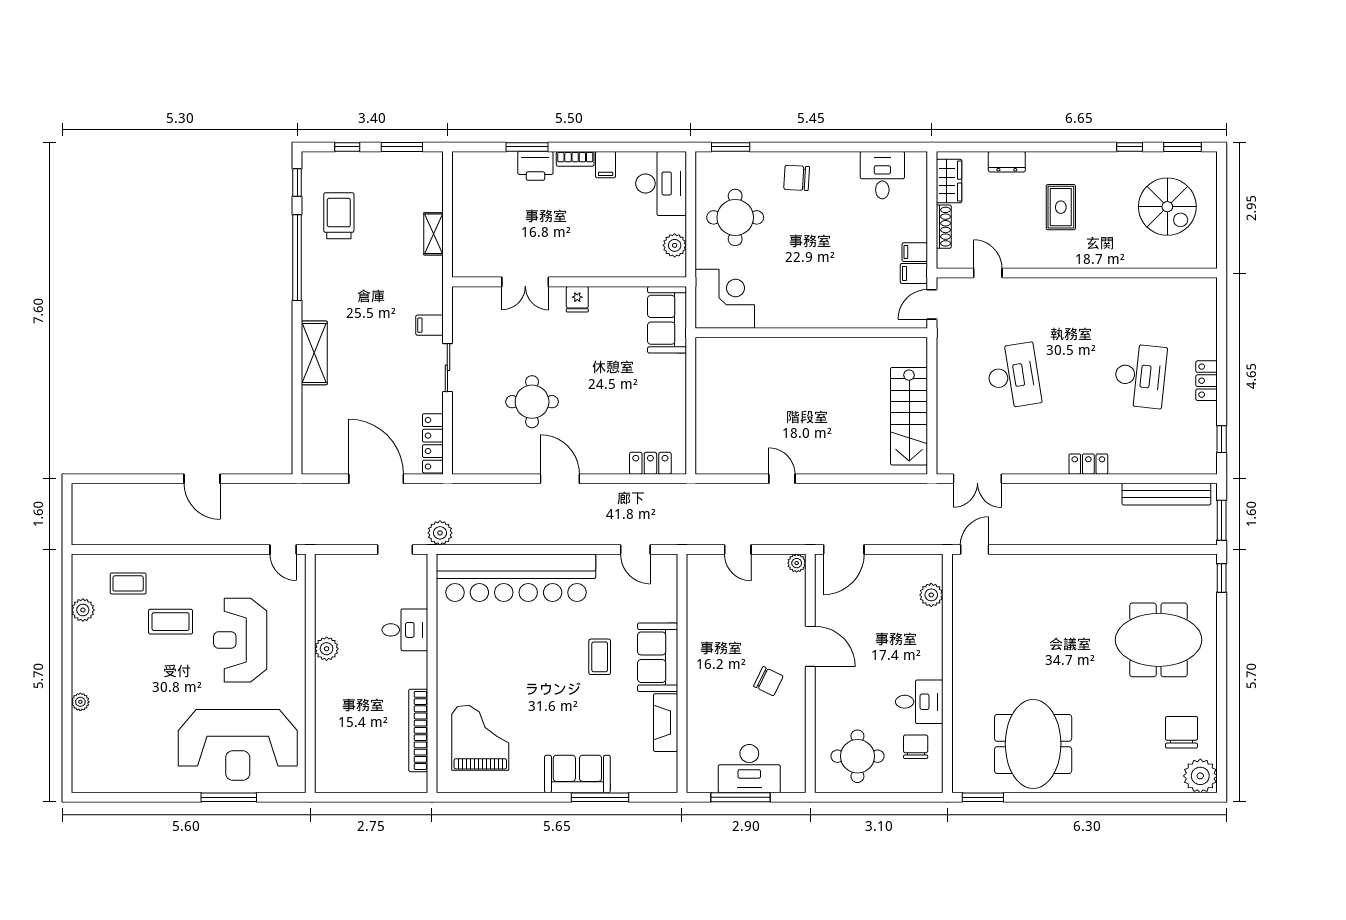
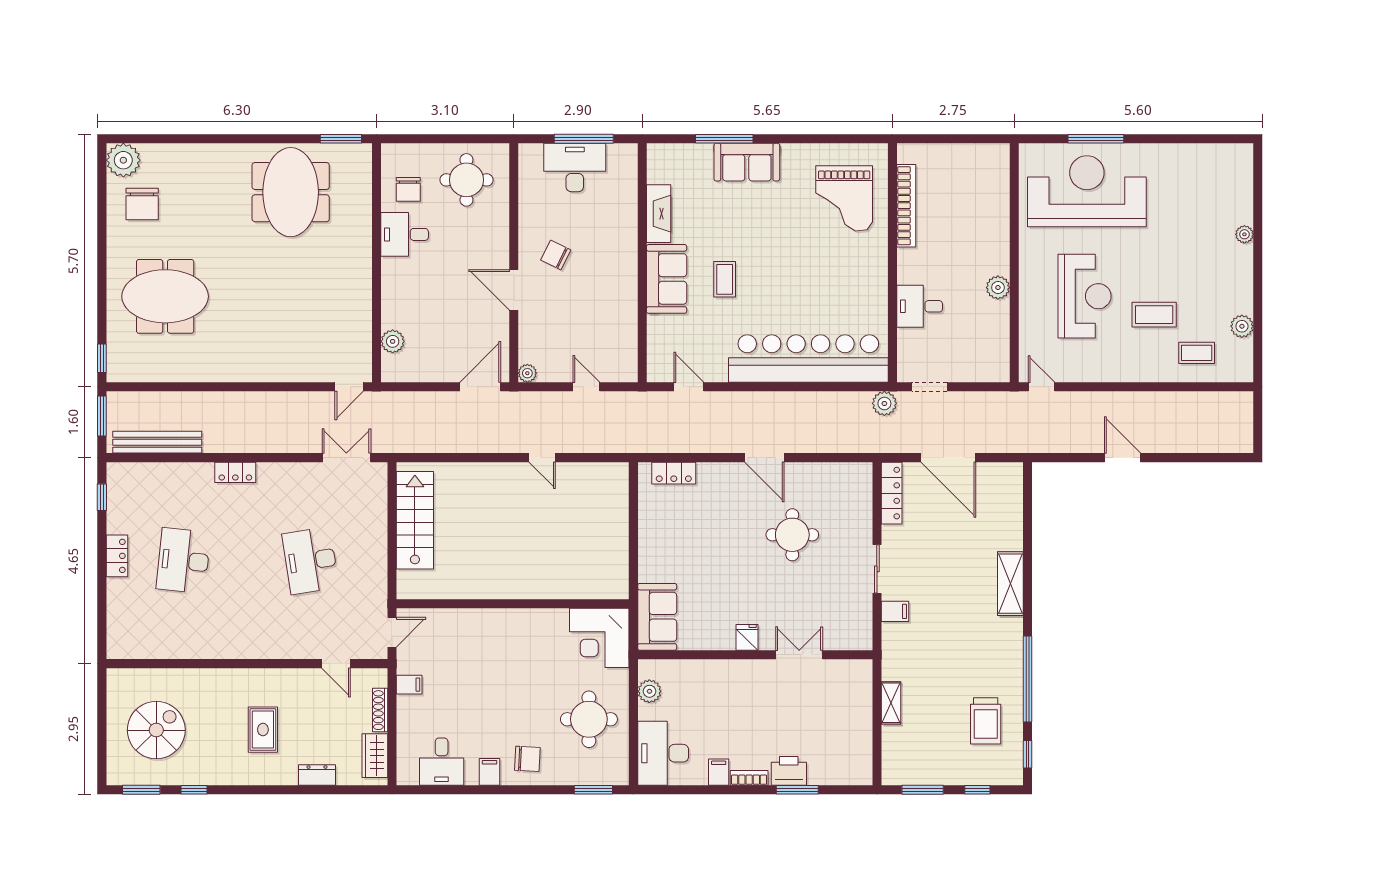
spiral stairs: (1167, 207) -> (156, 730), turned 90
filing cabinet: (914, 273) -> (489, 772), moved, turned -90

